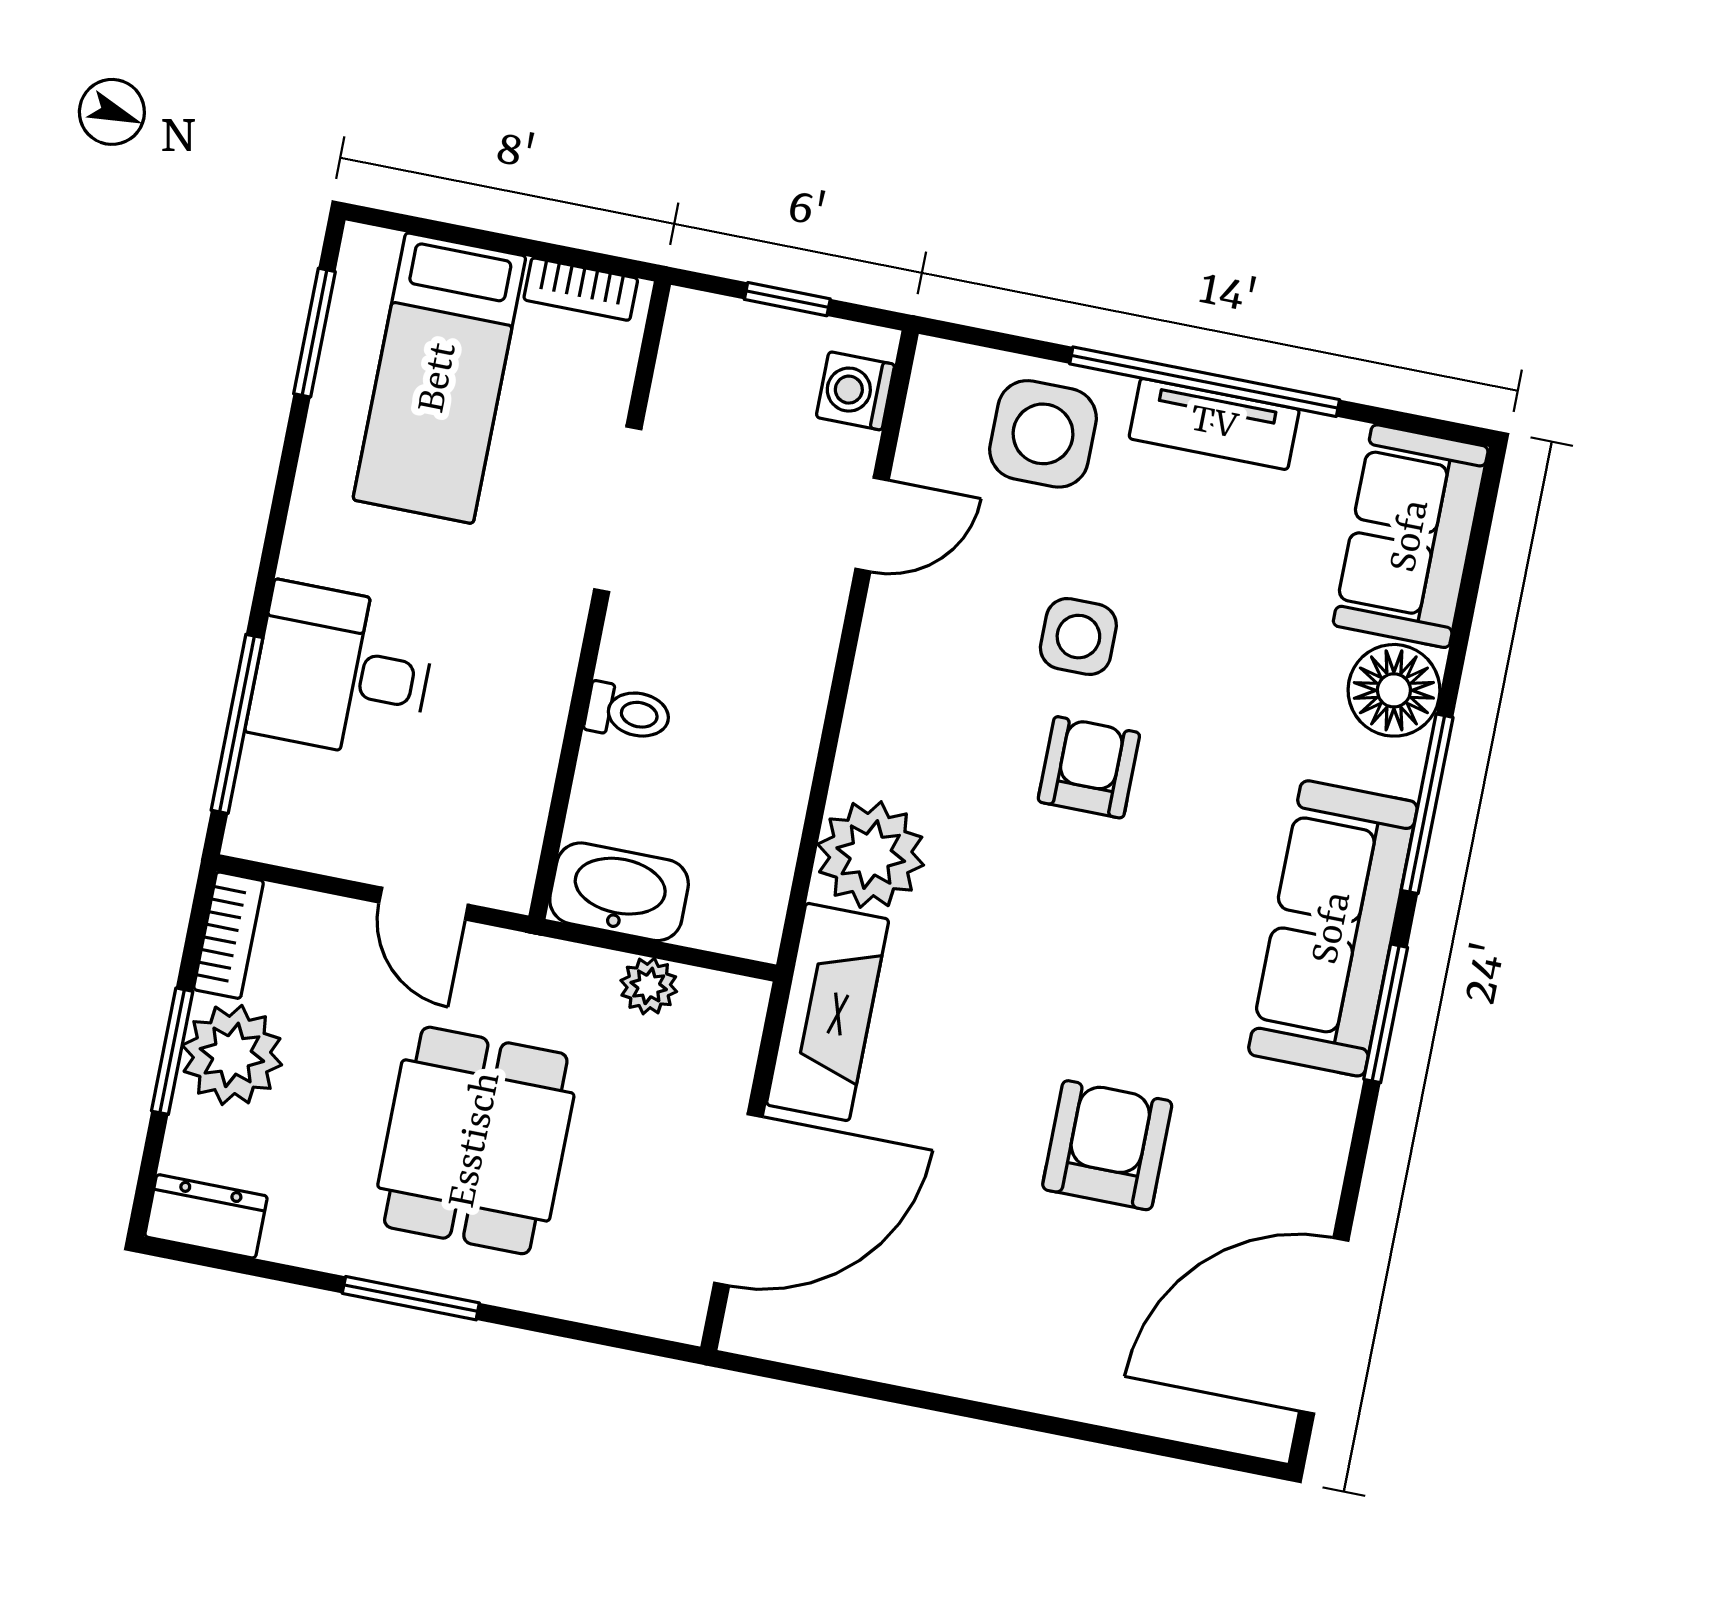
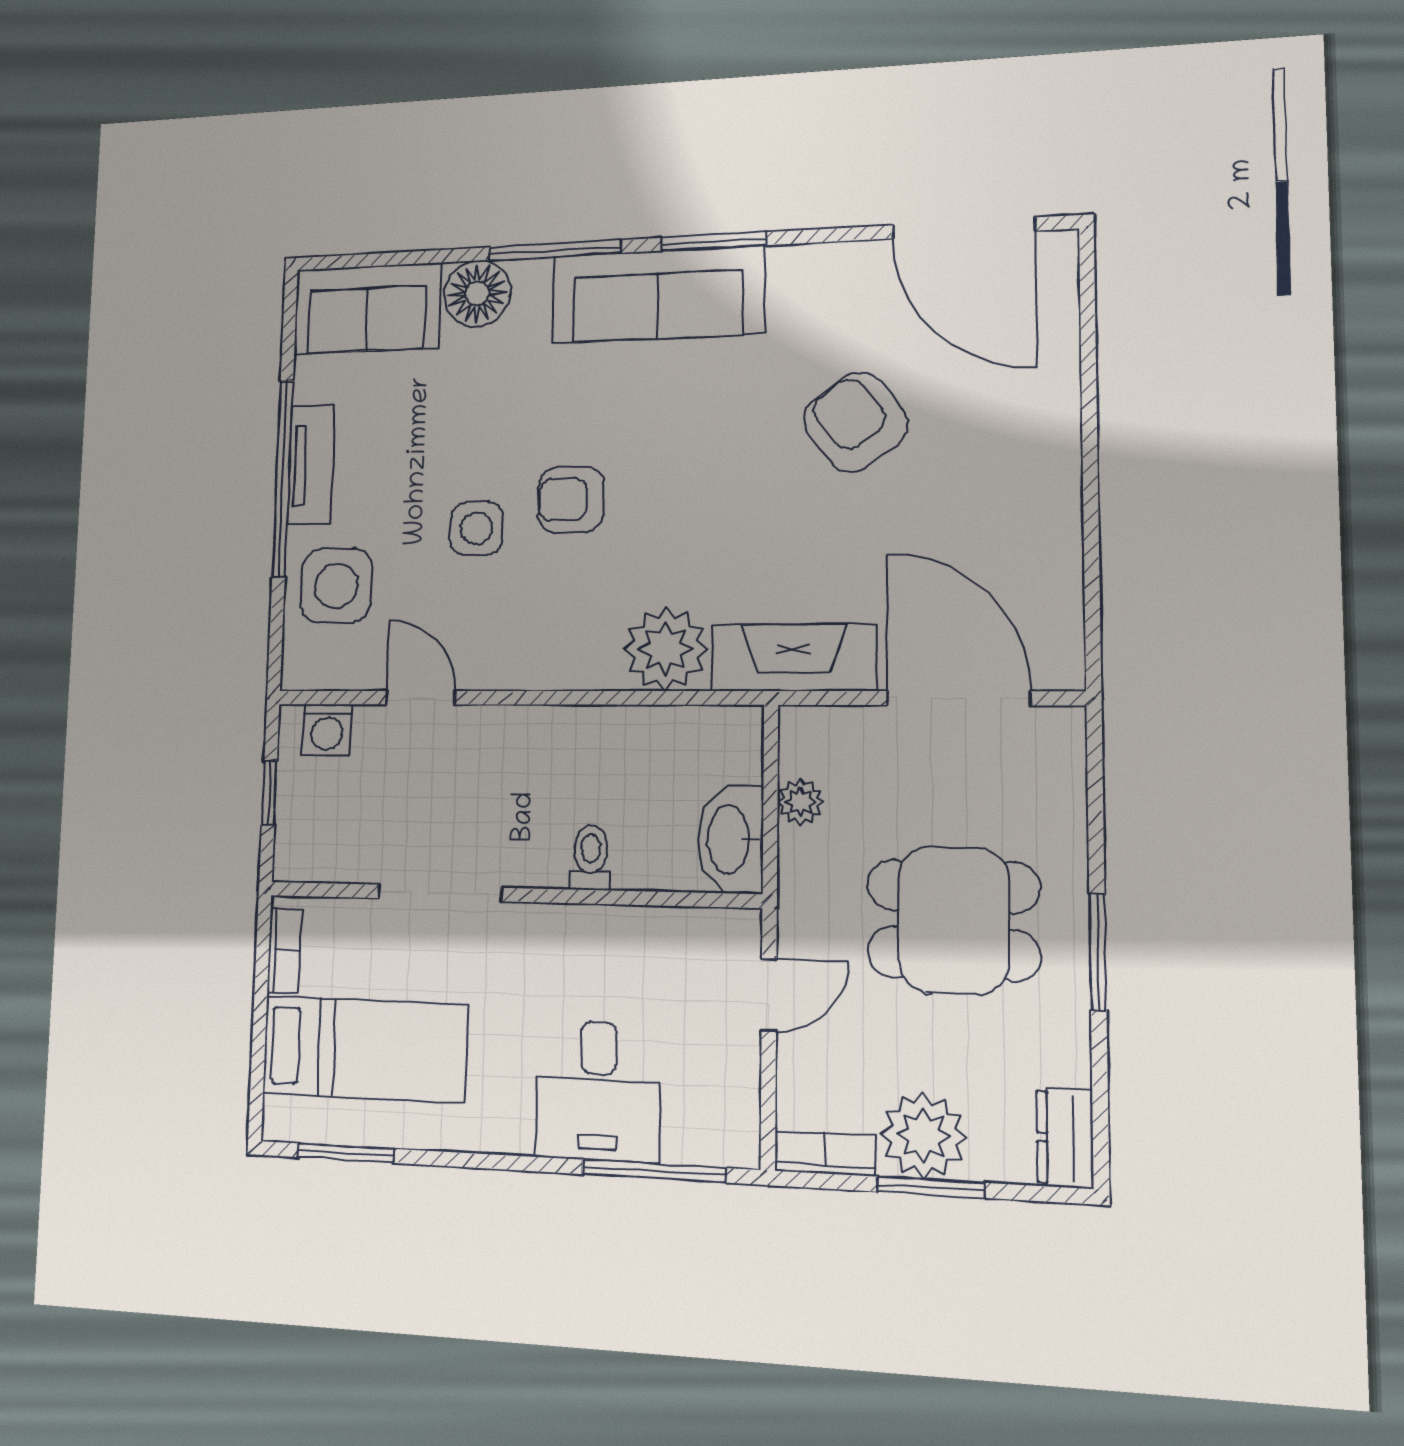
armchair: (1107, 1145) -> (855, 422), turned 53

